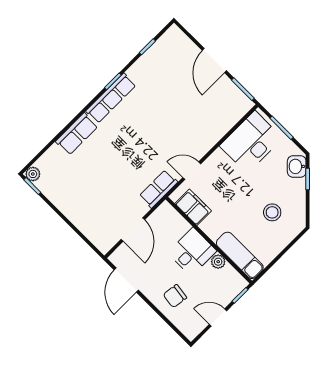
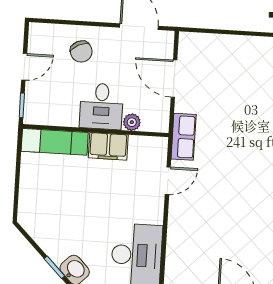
filing cabinet: (193, 207) -> (108, 146), moved
stool: (272, 212) -> (60, 208), removed
plant: (218, 262) -> (132, 122), moved
chair: (175, 296) -> (81, 52), turned 146

